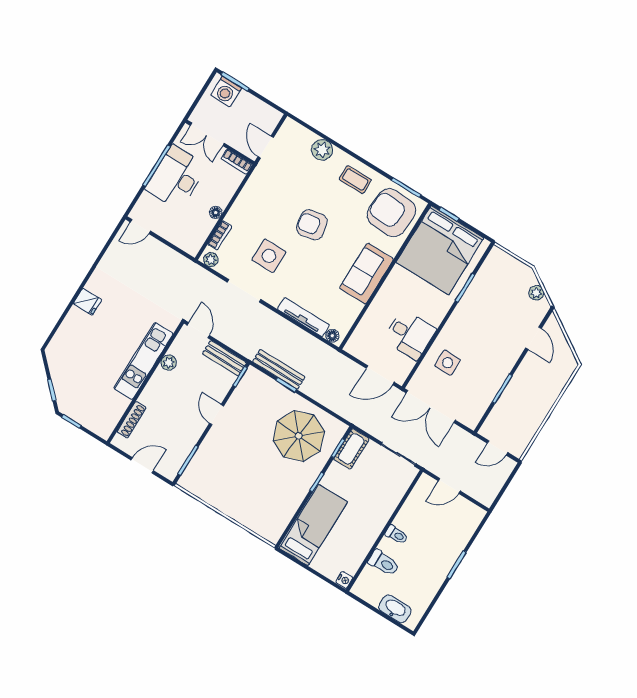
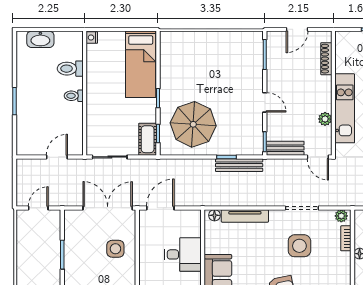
desk: (410, 334) -> (183, 254), moved, turned 180

